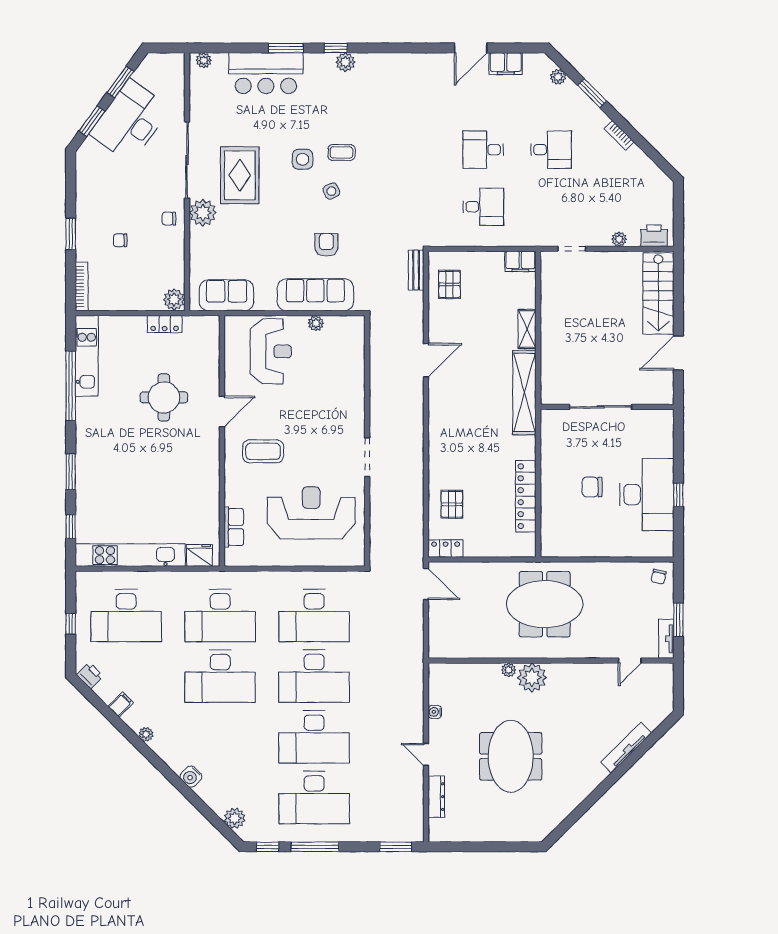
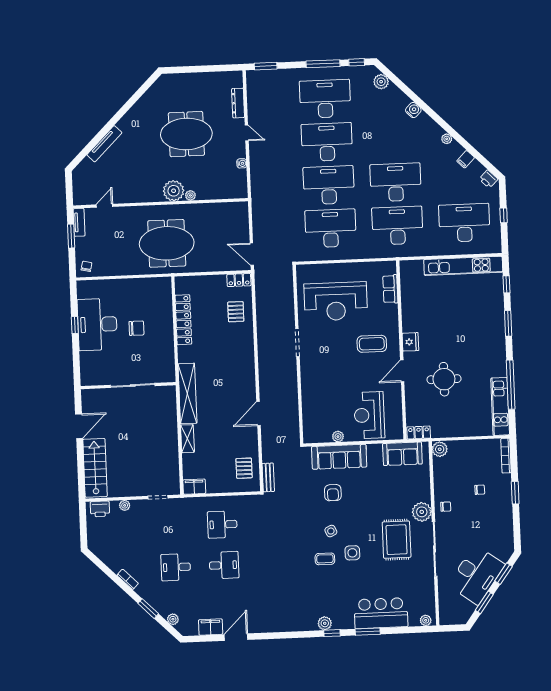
locker: (165, 324) -> (419, 433), moved
fridge: (200, 555) -> (410, 342), moved, turned -90
meeting table: (511, 756) -> (186, 134), turned 90

